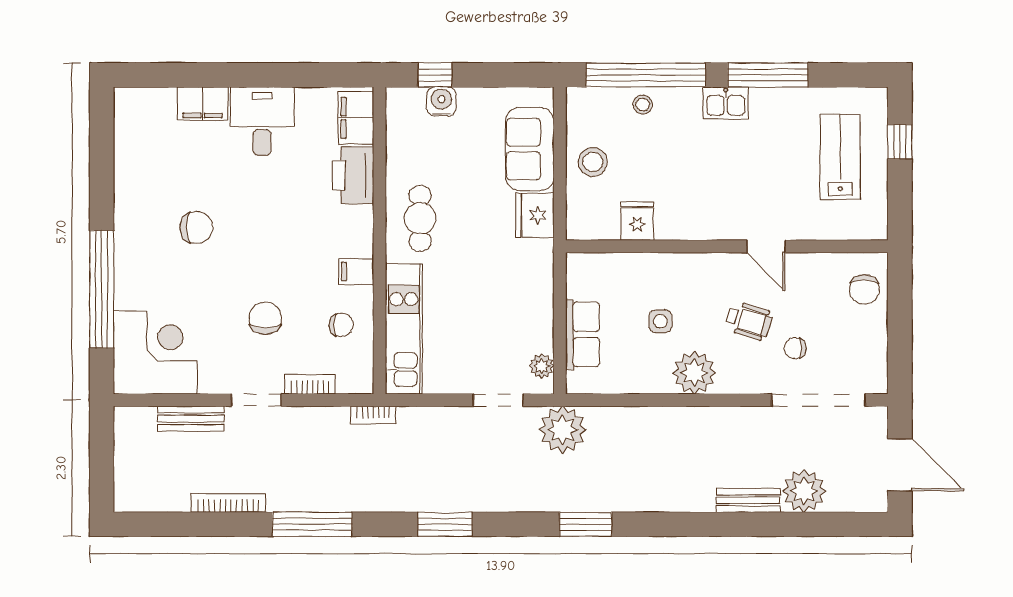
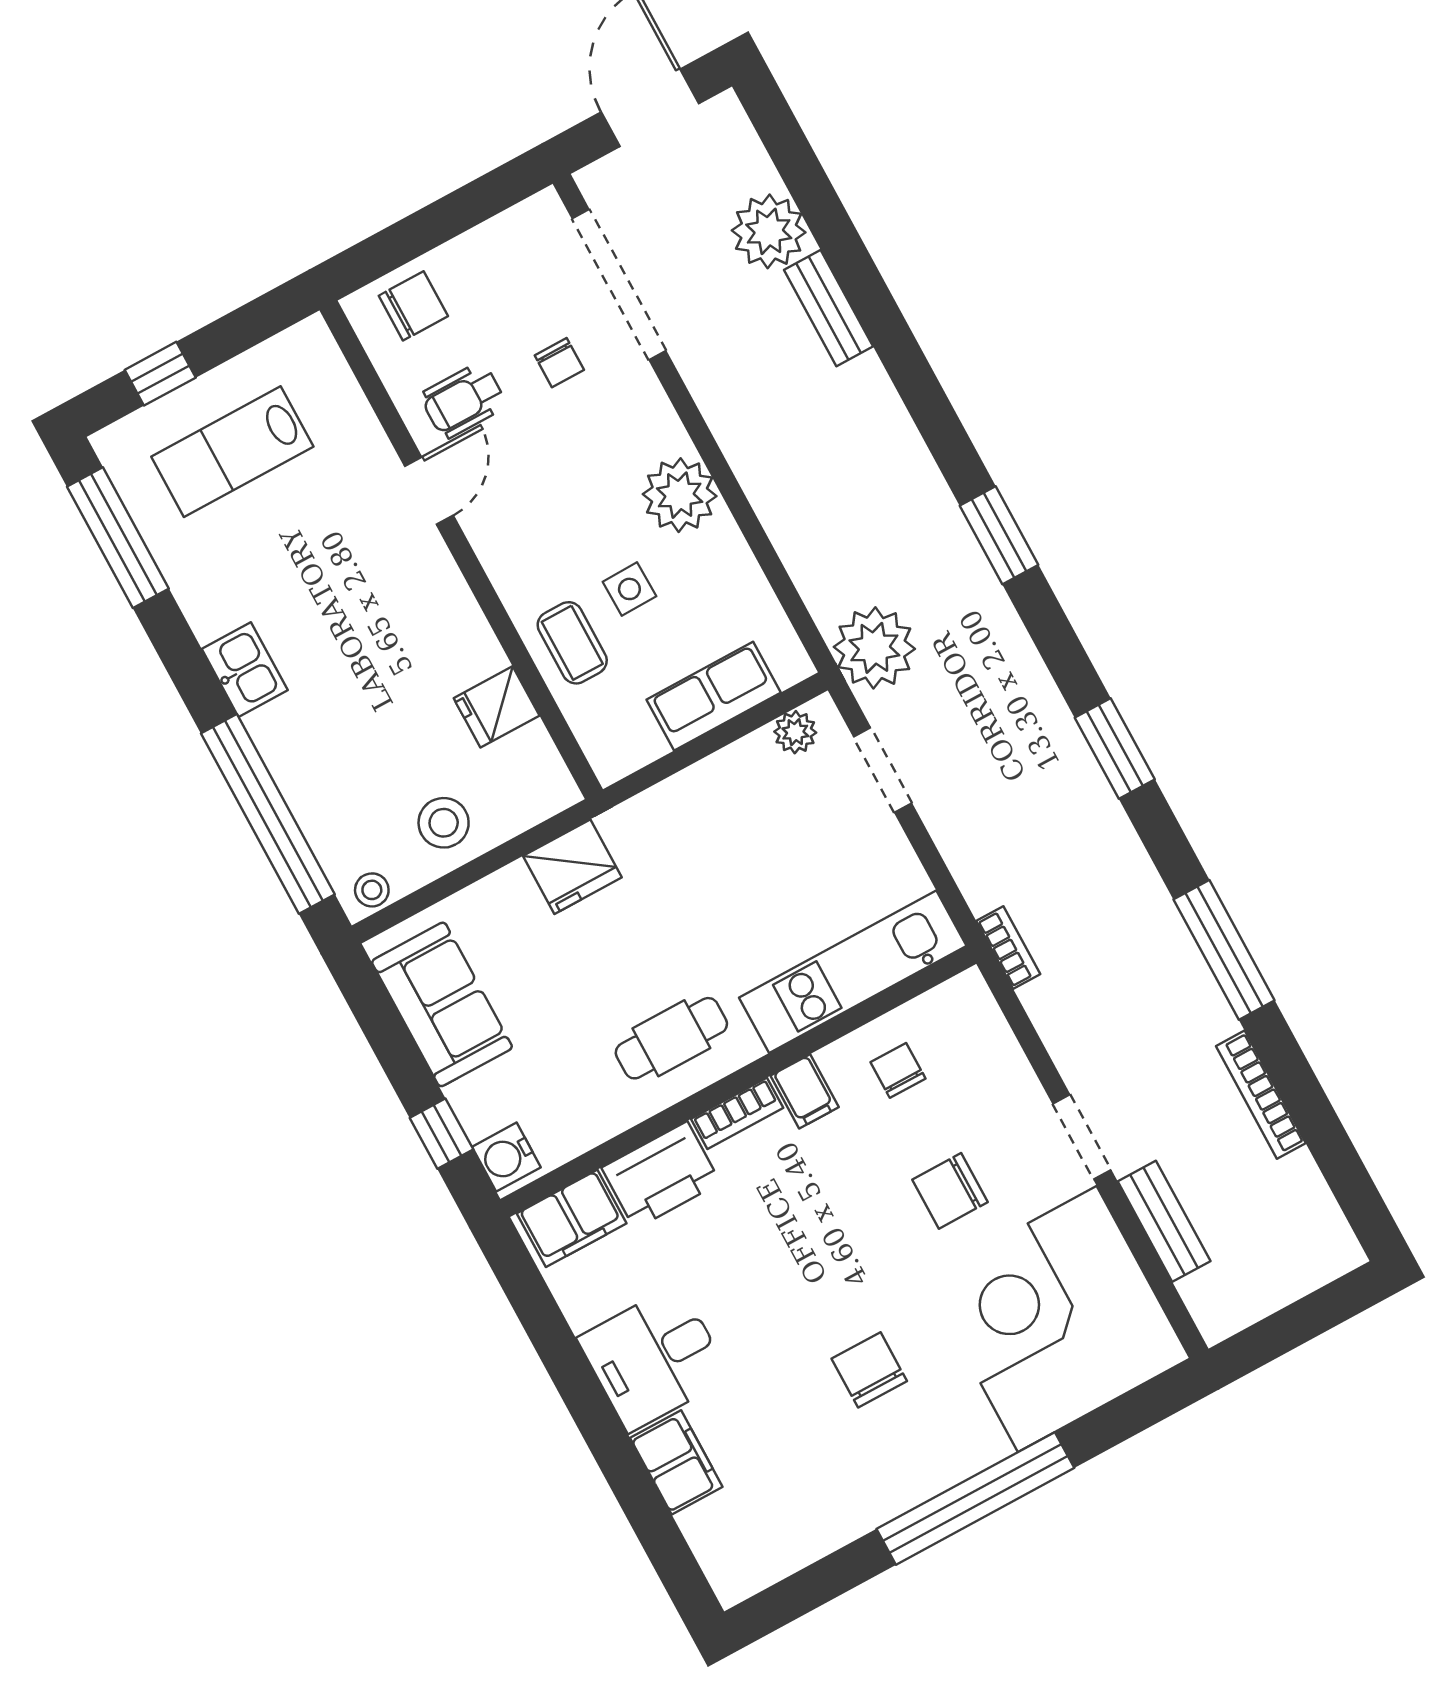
window: (768, 75) -> (118, 538), moved
water cooler: (441, 102) -> (506, 1157), moved
stool: (643, 105) -> (372, 890), moved
sofa: (530, 149) -> (442, 1004), moved, turned -90
coffee table: (649, 277) -> (572, 643), added
window: (102, 289) -> (975, 1498), moved
wheelchair: (749, 321) -> (463, 400), moved, turned -107
corner desk: (155, 352) -> (1057, 1319), width x1.36, depth x1.36
bookcase: (310, 384) -> (737, 1113), moved, turned -90

